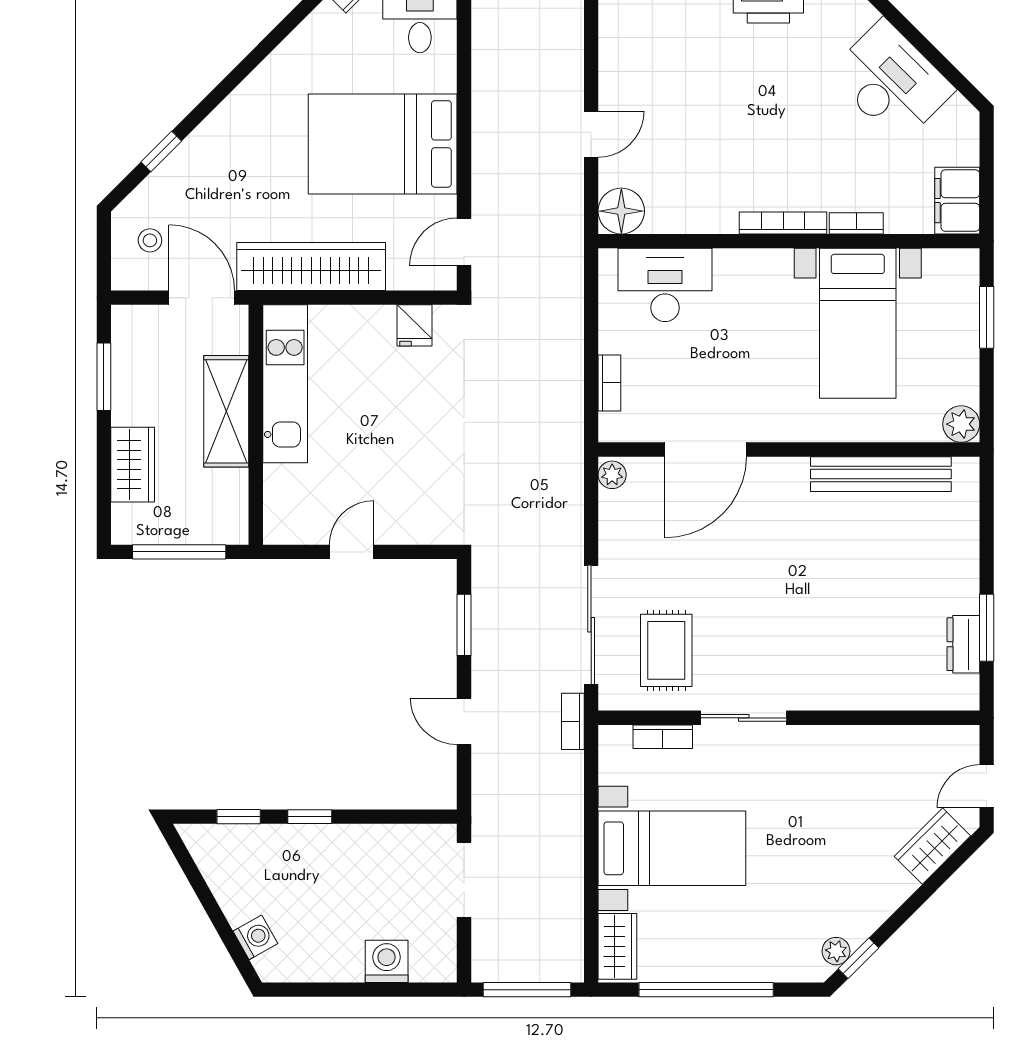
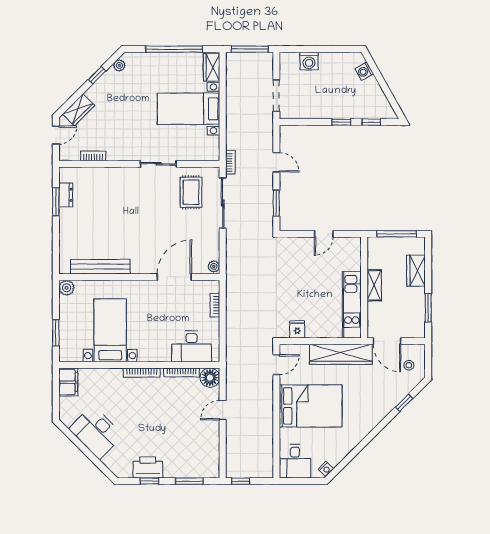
bookcase: (856, 223) -> (181, 372), moved, width x1.56
shelving: (226, 411) -> (374, 285), width x0.67, depth x0.75
bookcase: (663, 737) -> (93, 156), moved
window: (858, 958) -> (97, 75), moved

